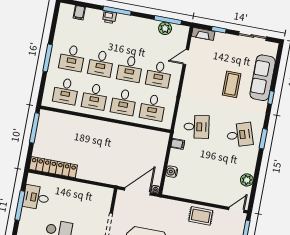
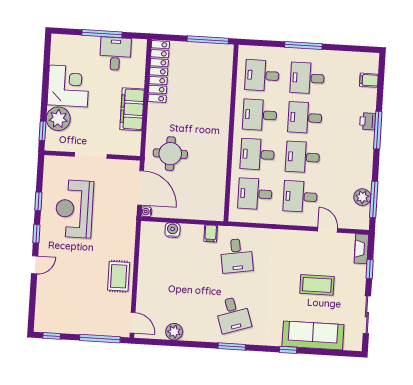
coffee table: (232, 84) -> (317, 285), moved
round table: (115, 166) -> (170, 154), added
filing cabinet: (79, 190) -> (132, 109), added

